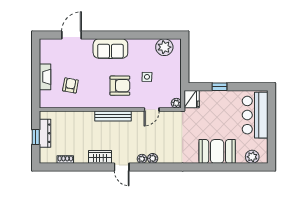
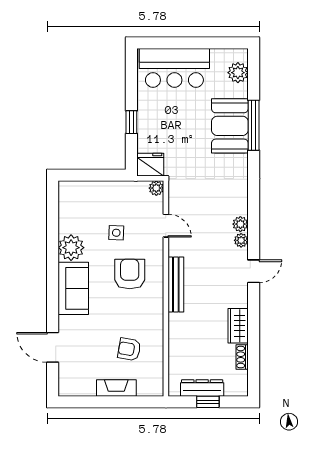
plant: (164, 47) -> (71, 248), moved
wardrobe: (100, 157) -> (238, 326), moved
window: (218, 167) -> (254, 125), added

